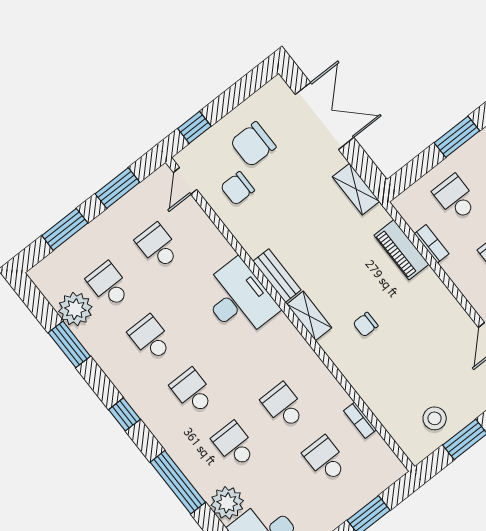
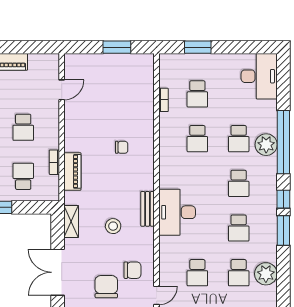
chair: (253, 144) -> (106, 287), turned -90
school desk: (455, 198) -> (23, 176), turned 180
shelving: (309, 316) -> (147, 175), removed
window: (69, 344) -> (283, 231), moved
stool: (435, 418) -> (113, 226), moved
window: (178, 482) -> (283, 142), width x1.46
plant: (227, 503) -> (266, 145), moved

